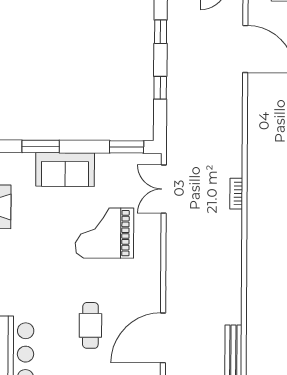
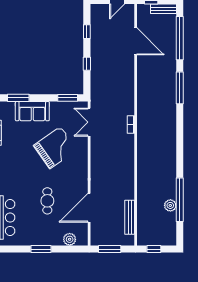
grand piano: (104, 233) -> (55, 148), turned 145

